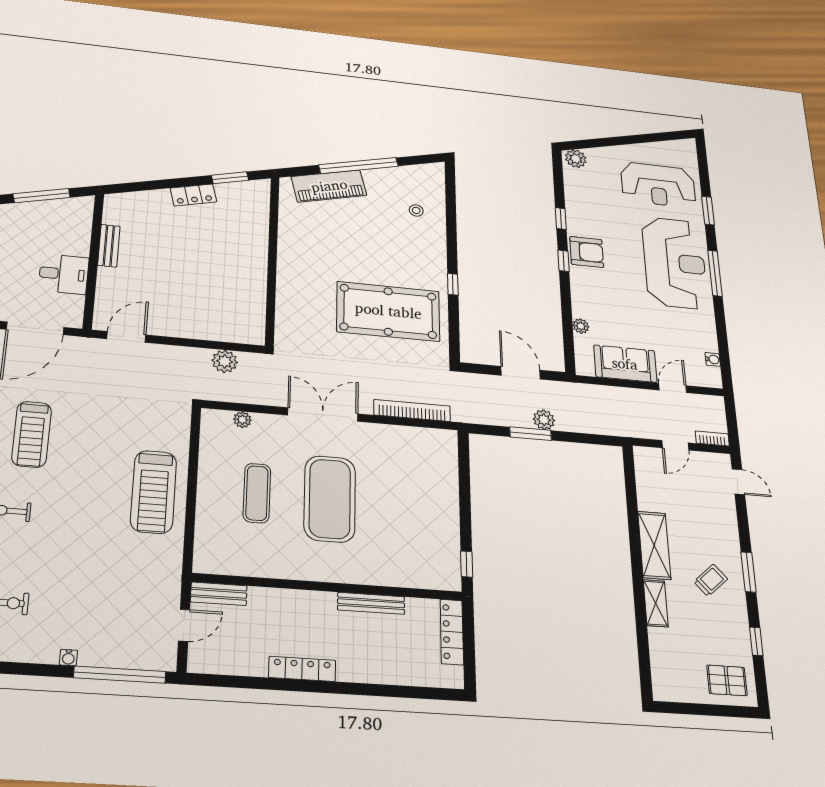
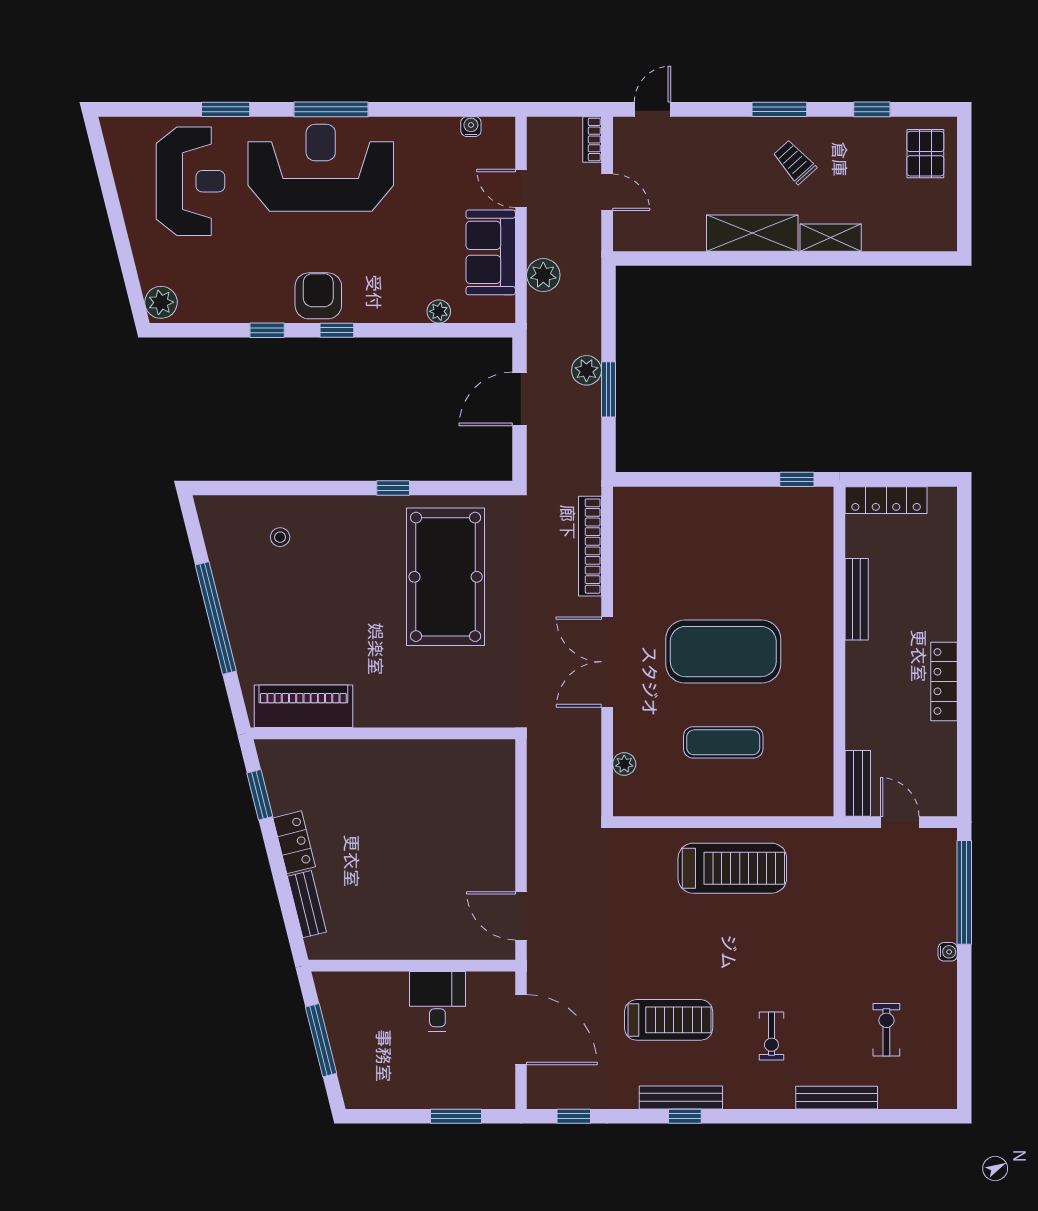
piano: (329, 186) -> (303, 706), moved, turned -76
bench: (109, 246) -> (307, 904), moved, turned 76
plant: (225, 361) -> (543, 275), moved

